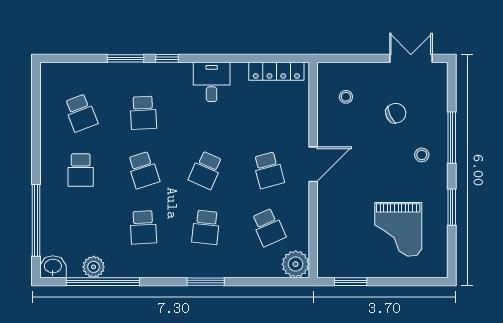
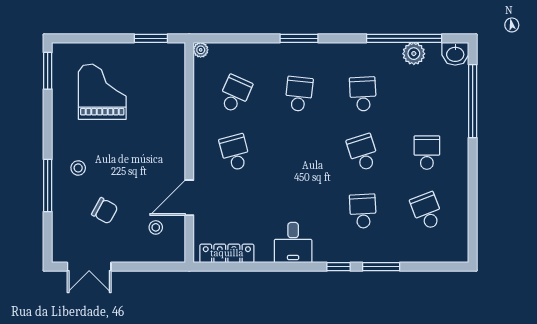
chair: (396, 113) -> (105, 211), turned -126
door: (313, 164) -> (189, 198), moved
school desk: (206, 170) -> (299, 153), removed
window: (452, 207) -> (48, 71), moved
school desk: (268, 227) -> (235, 94), turned 48
plant: (296, 264) -> (201, 50), width x0.53, depth x0.53

